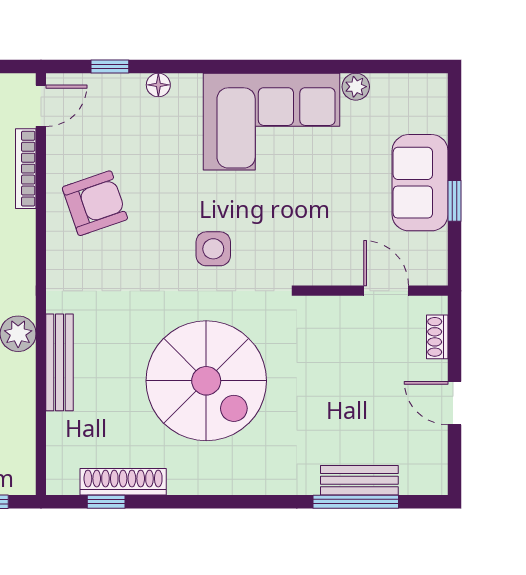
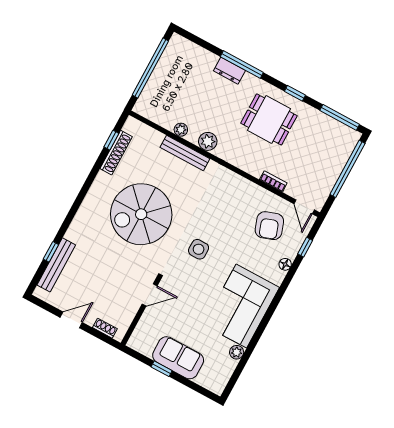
bookcase: (26, 169) -> (273, 181), width x0.64
armchair: (95, 203) -> (269, 226), moved
door: (386, 291) -> (150, 295), moved
plant: (23, 391) -> (181, 130), added
bench: (359, 480) -> (56, 265), width x1.36
window: (356, 502) -> (51, 252), width x0.46

